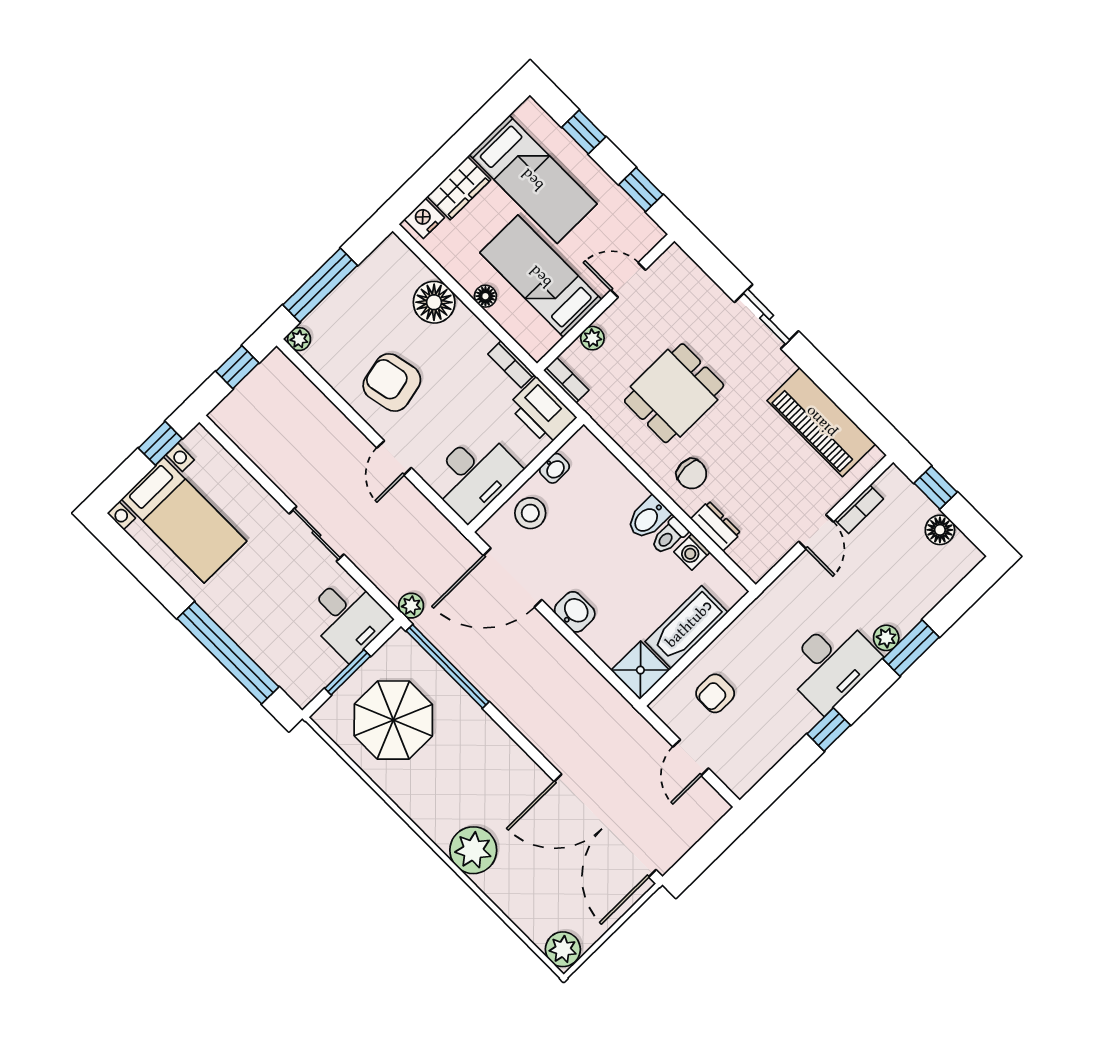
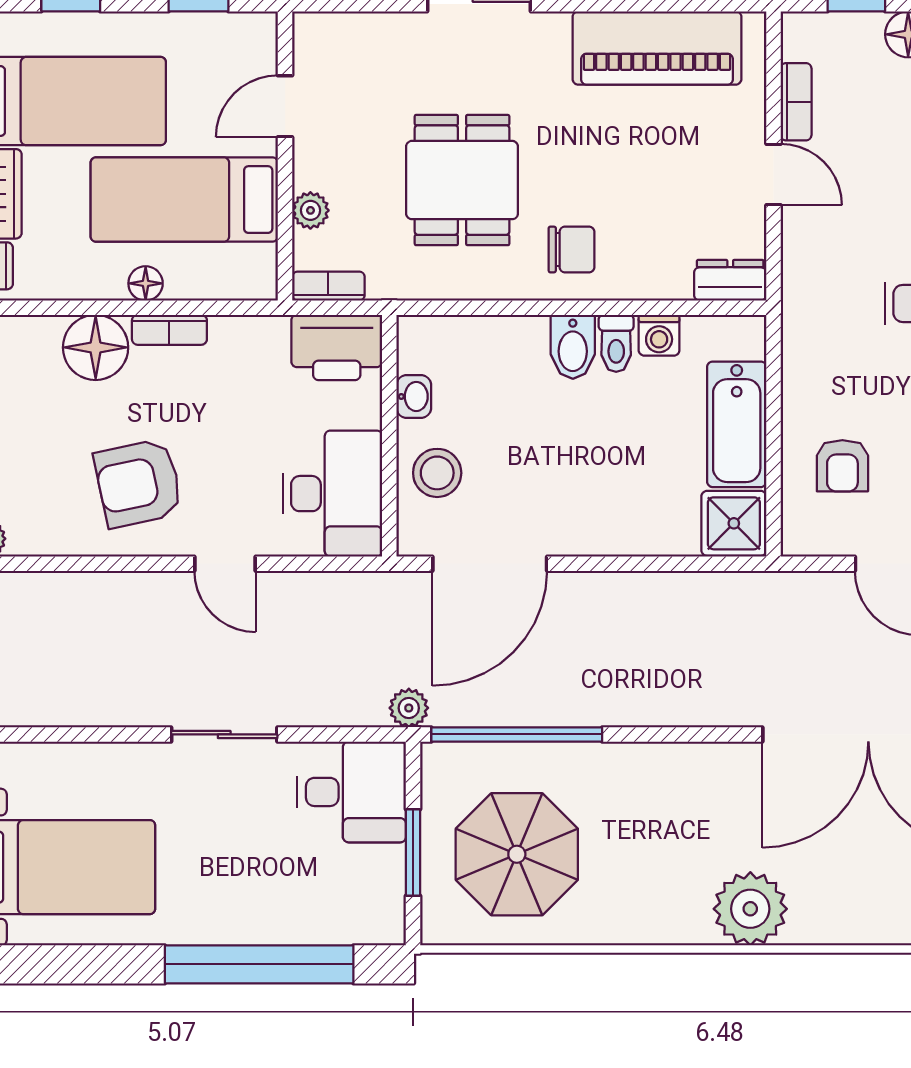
bookcase: (511, 364) -> (169, 330), moved
dresser: (716, 526) -> (730, 280), moved
washbasin: (575, 612) -> (596, 532), removed

